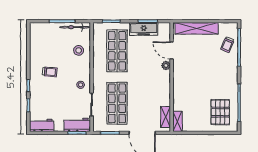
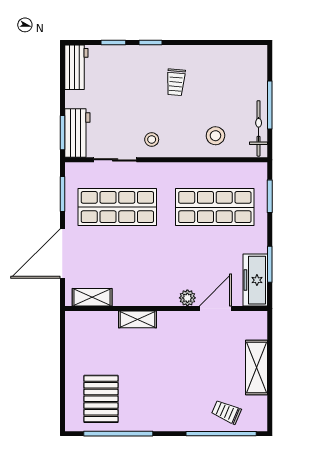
shelving: (197, 28) -> (256, 367), width x0.68
freezer: (144, 29) -> (255, 280), moved
pallet: (220, 112) -> (101, 399), turned 90
shelving: (177, 121) -> (138, 319), moved

